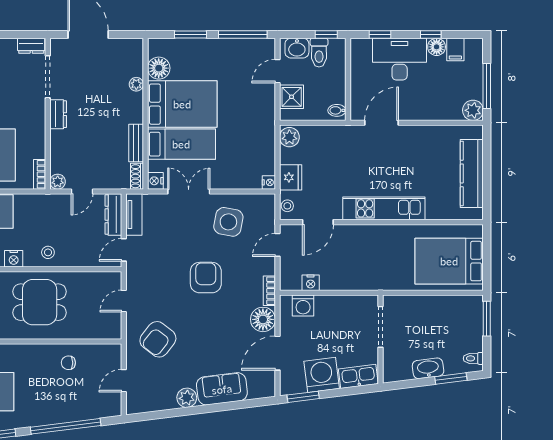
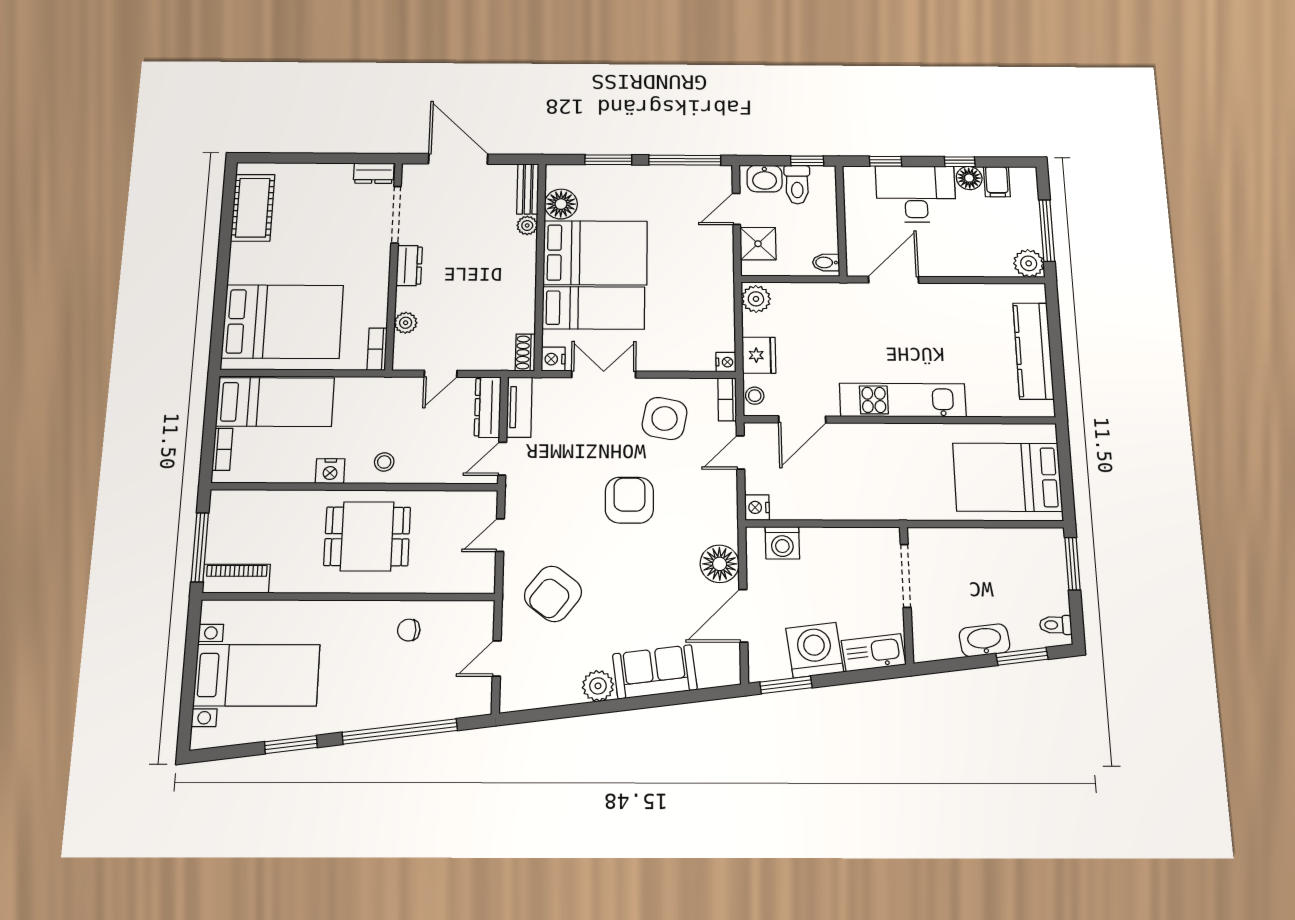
bench: (136, 143) -> (528, 189), moved
plant: (58, 182) -> (406, 323), moved
nightstand: (311, 283) -> (757, 507), moved, turned 90
bookcase: (269, 291) -> (727, 399), moved

